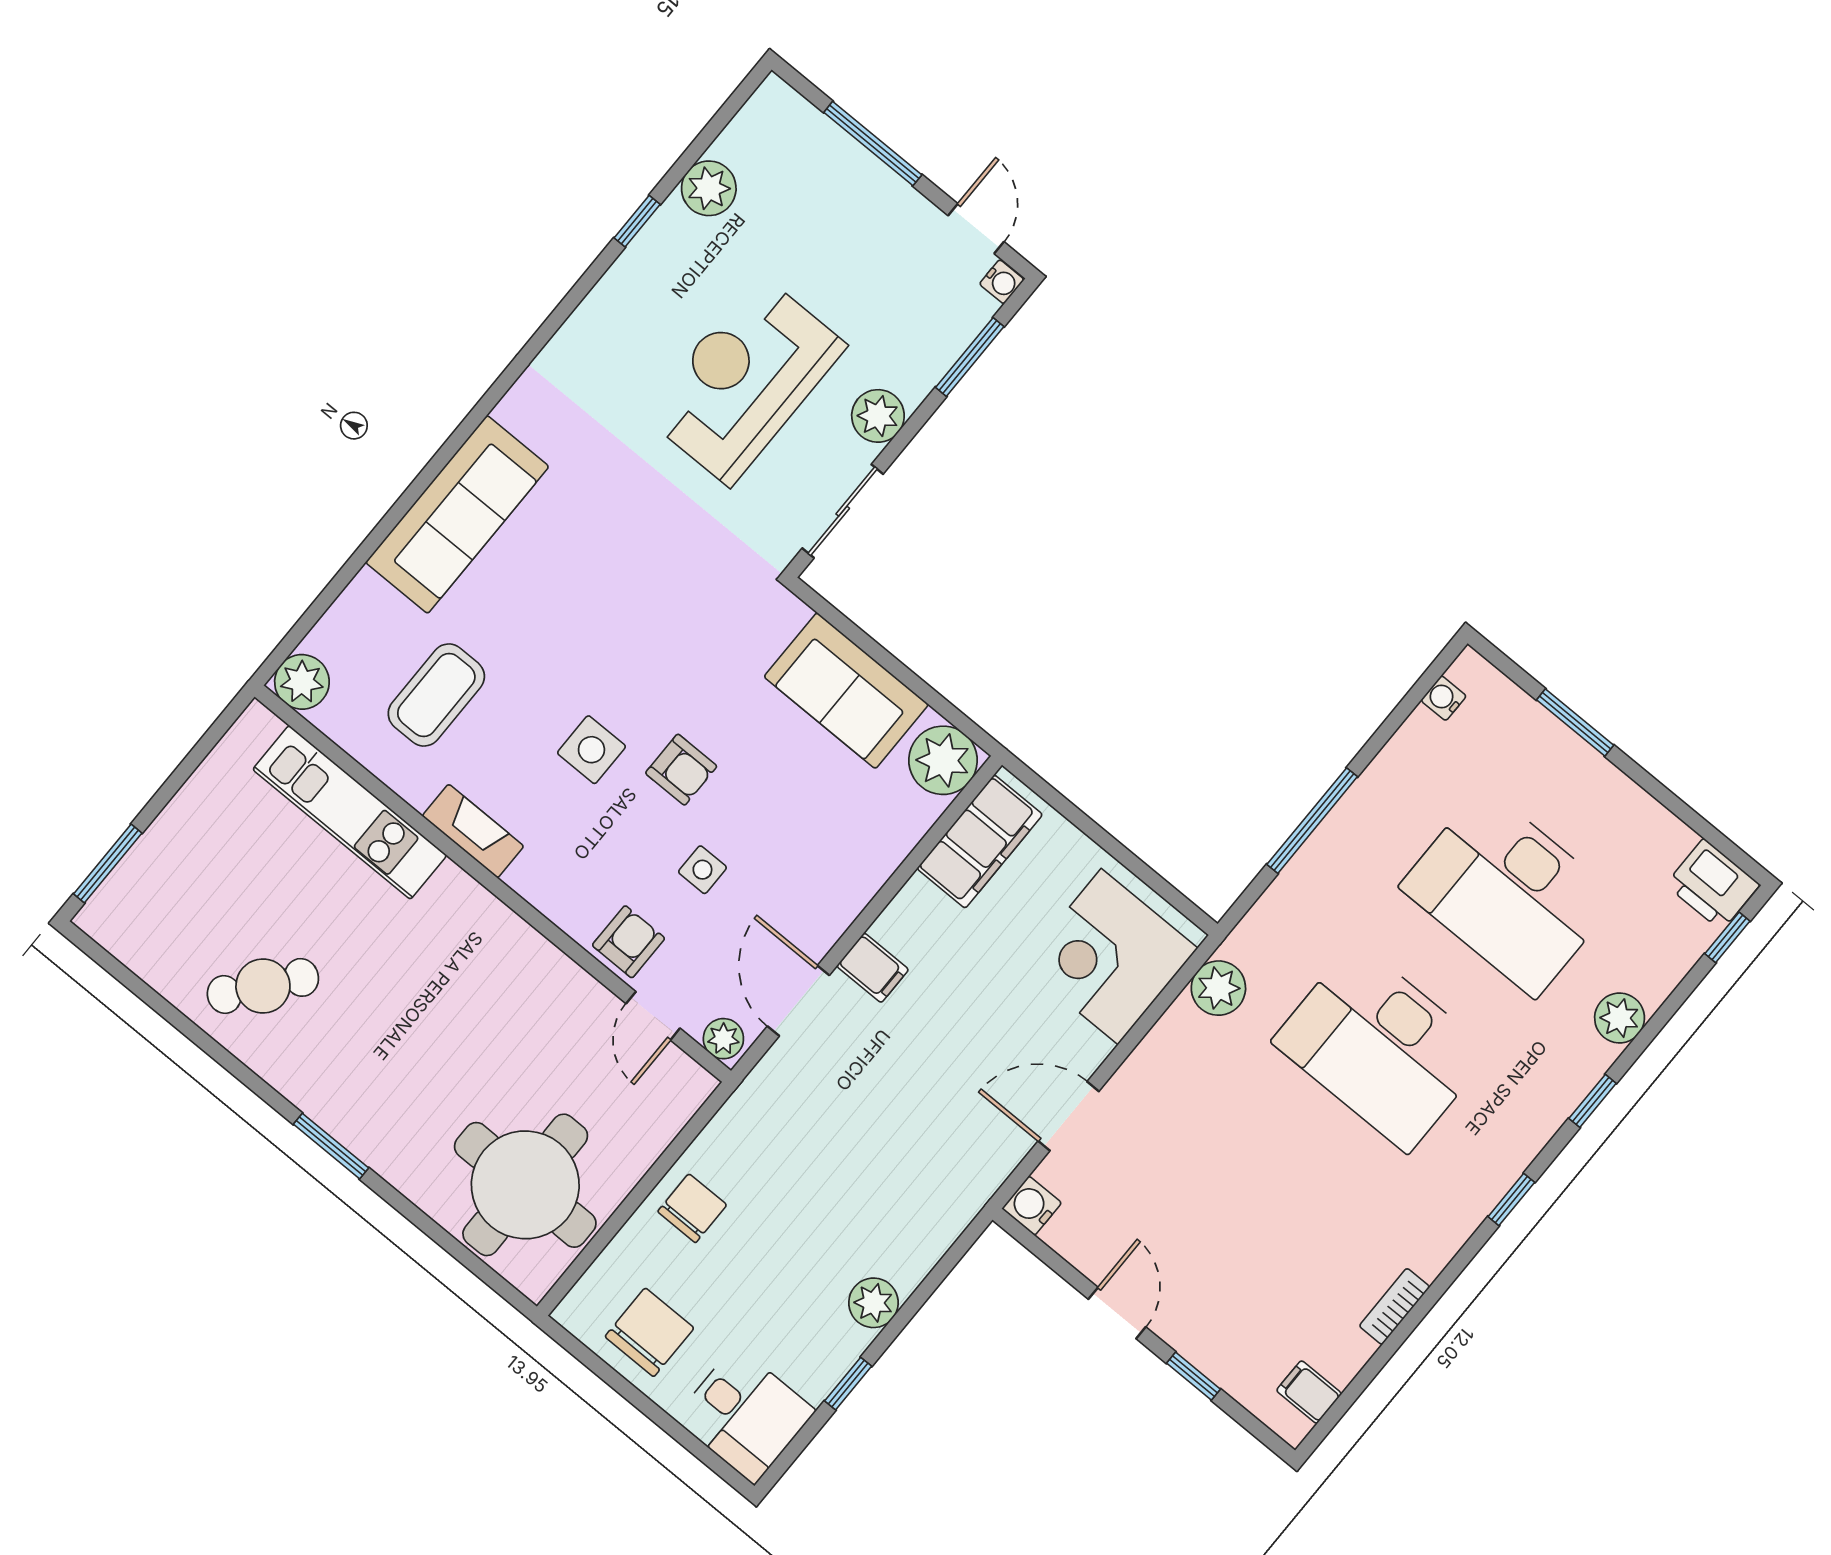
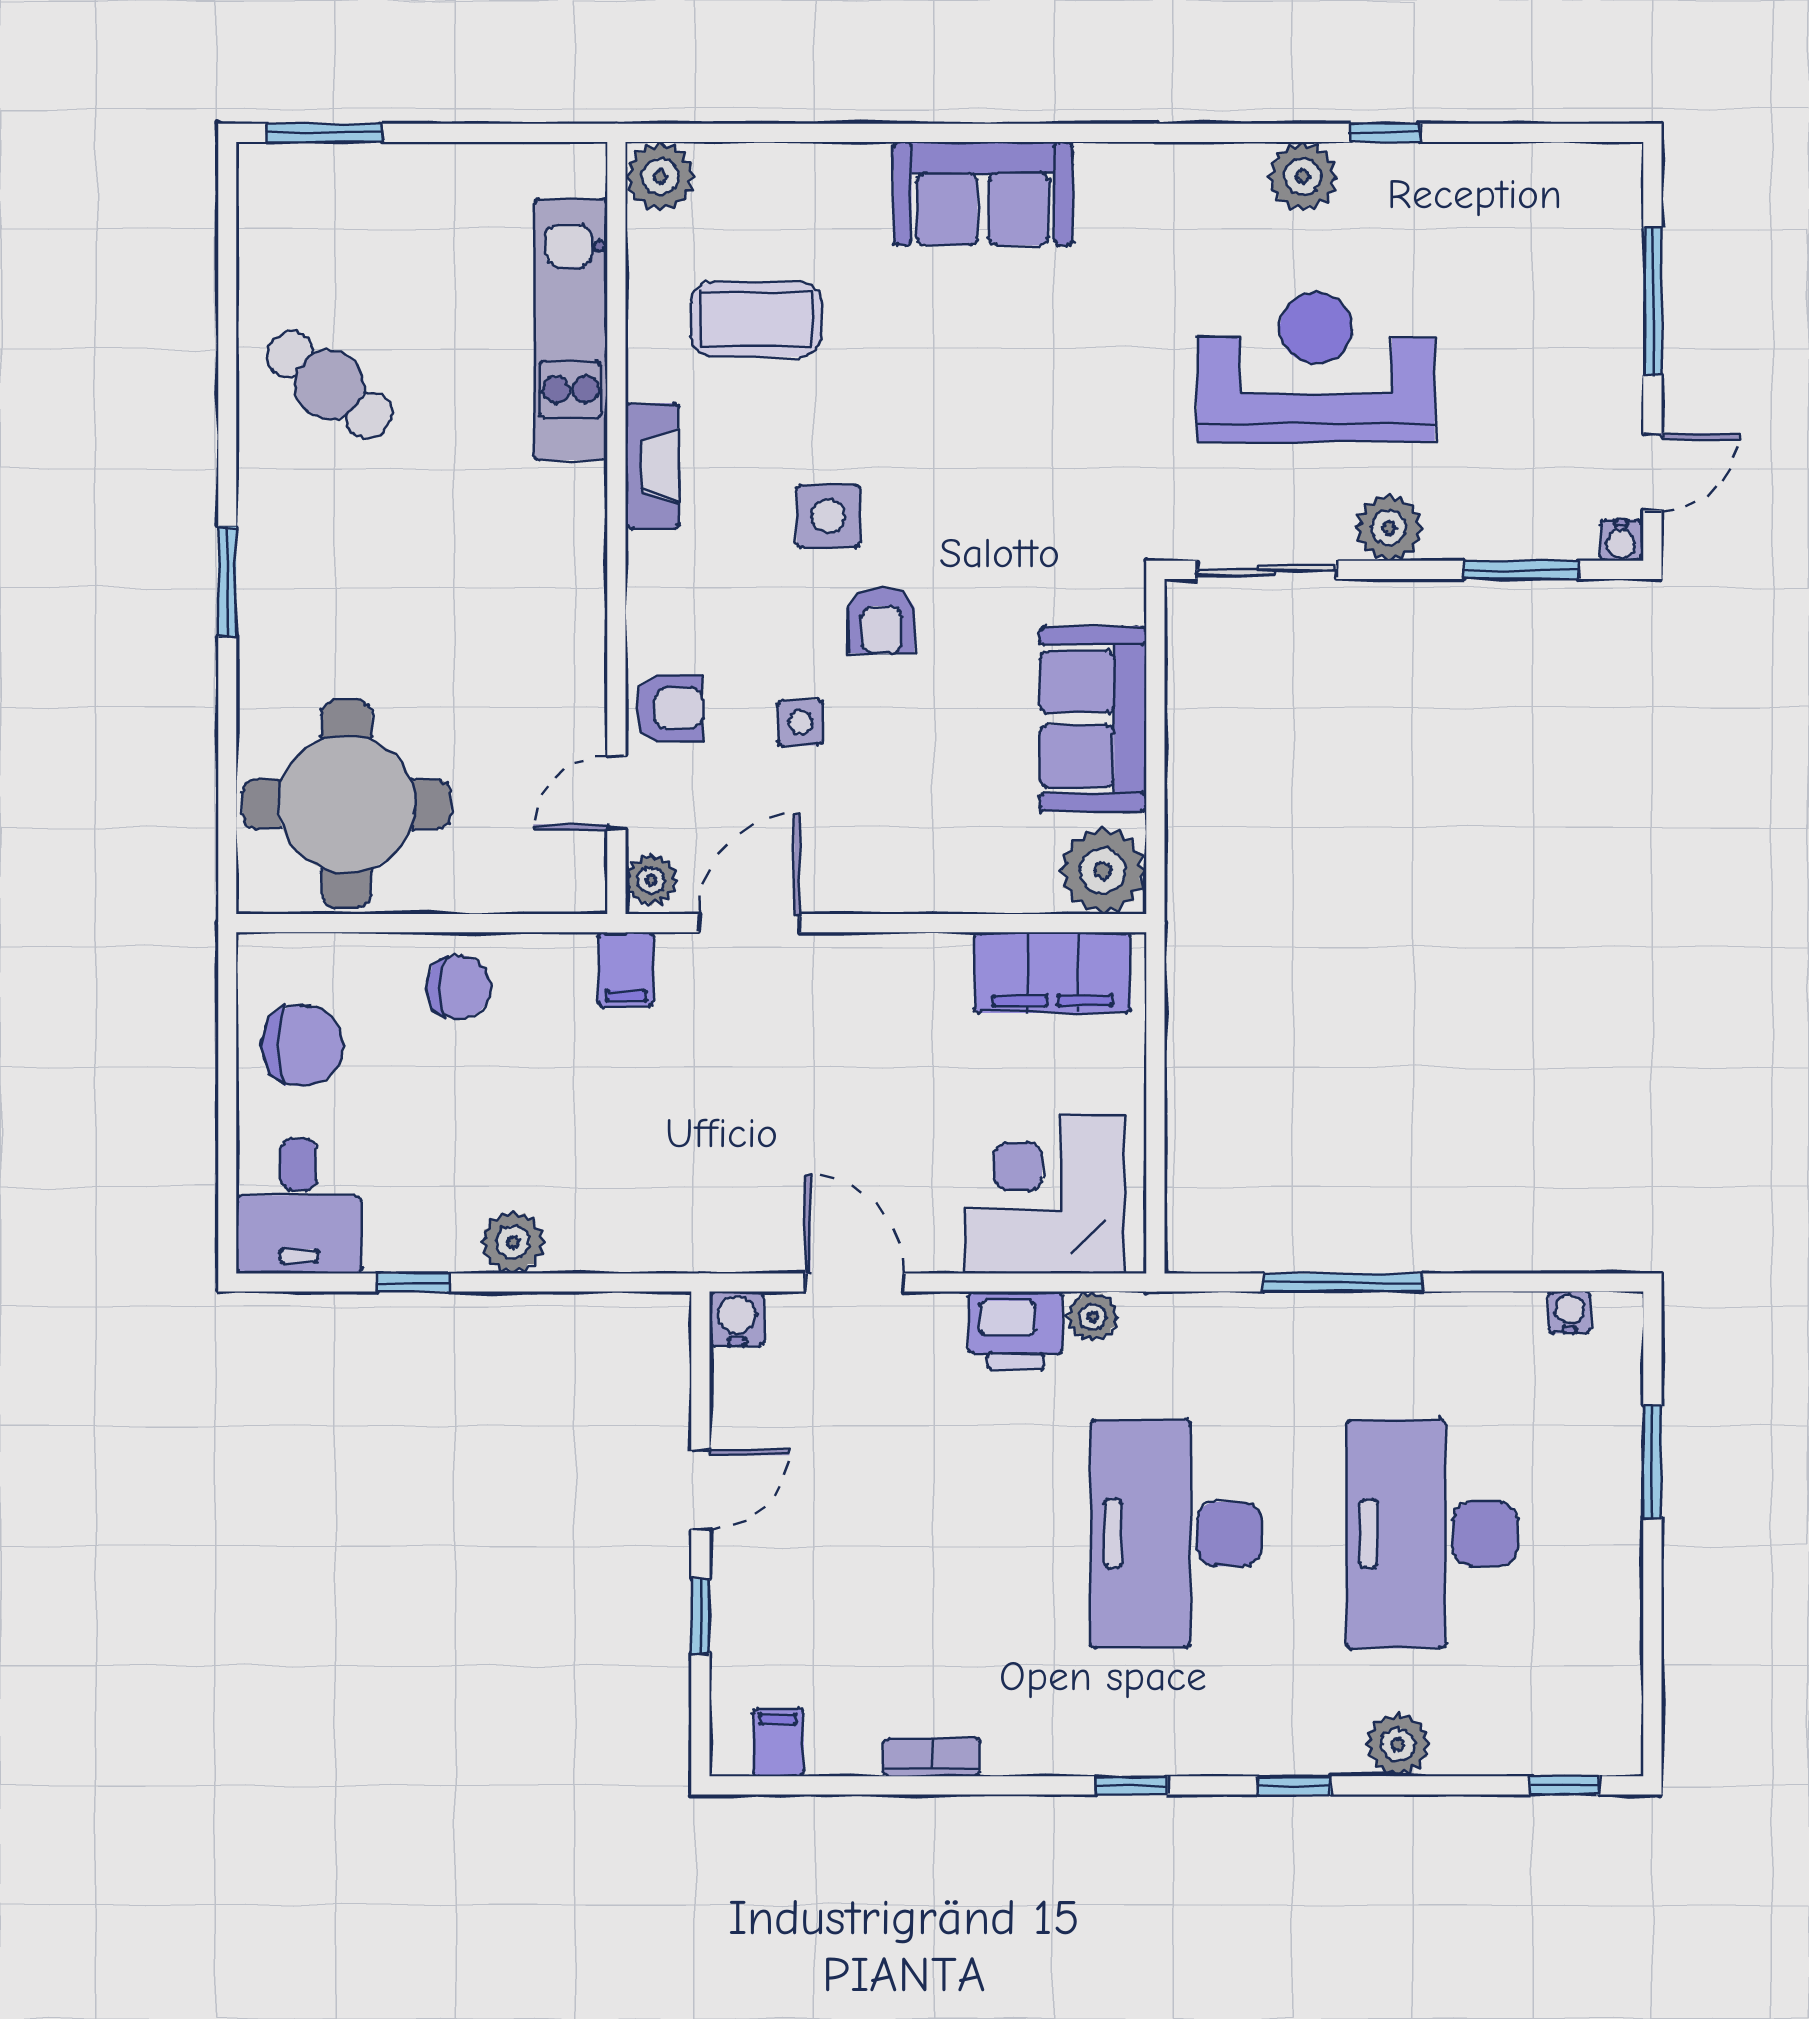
plant: (709, 188) -> (1303, 177), moved
sofa: (457, 514) -> (983, 194), width x0.73
printer: (1713, 885) -> (1016, 1330), moved, turned -90
filing cabinet: (873, 968) -> (626, 969), moved
plant: (1218, 988) -> (1093, 1317), width x0.73, depth x0.73

